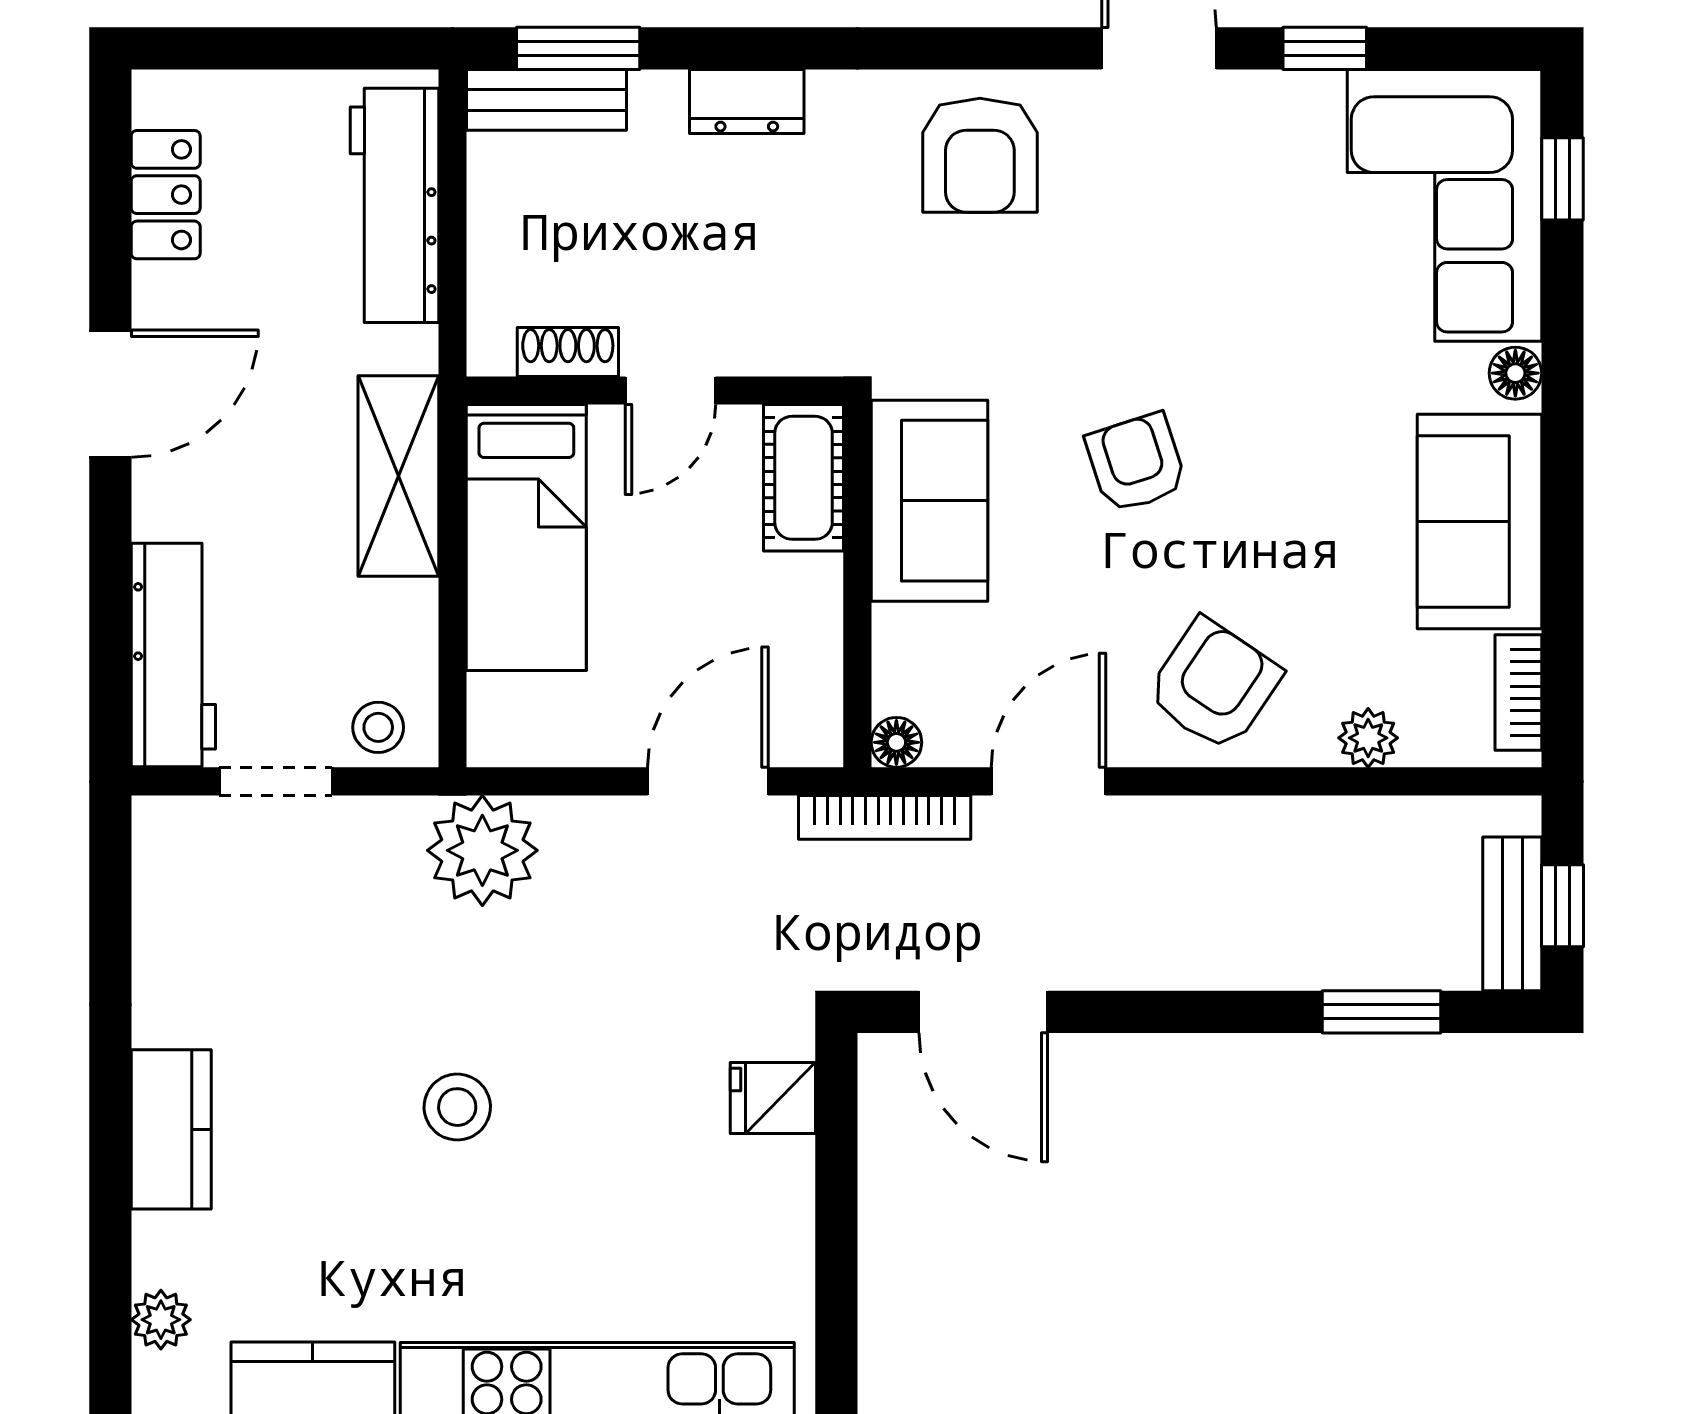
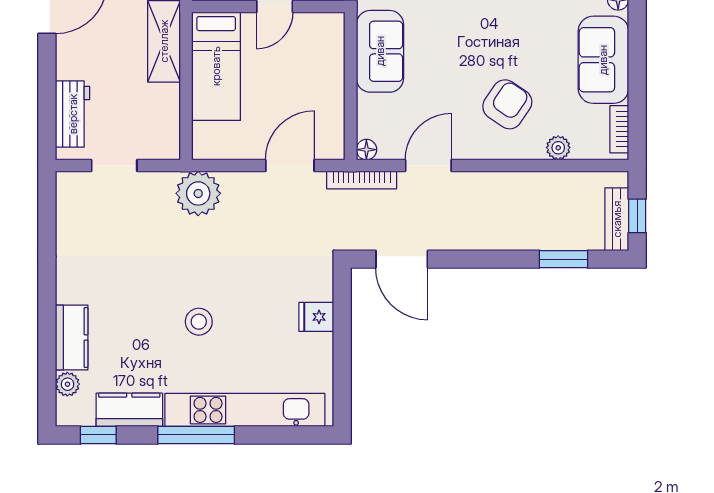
armchair: (1136, 463) -> (464, 36), removed
cot: (804, 478) -> (329, 42), removed
workbench: (173, 655) -> (73, 114), width x0.73
armchair: (1214, 685) -> (507, 104), moved
stool: (378, 727) -> (156, 143), removed
fridge: (773, 1098) -> (316, 317), moved
stool: (457, 1107) -> (199, 322), moved
kitchen counter: (171, 1129) -> (72, 337), moved

